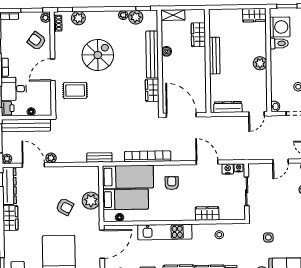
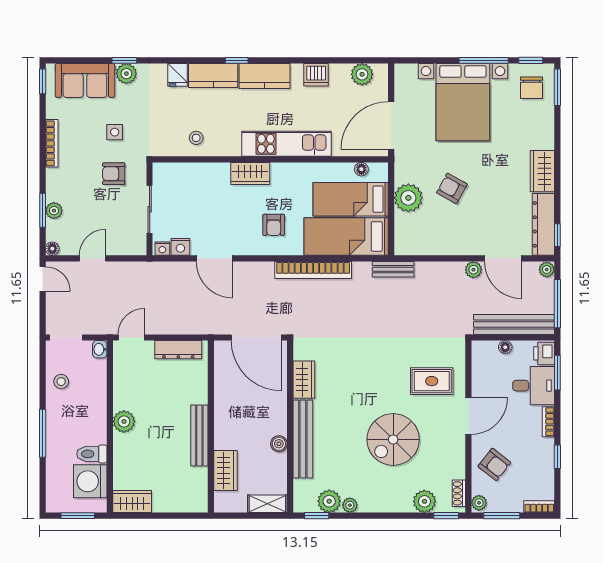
armchair: (269, 212) -> (114, 174), added
wardrobe: (207, 213) -> (250, 174), moved

